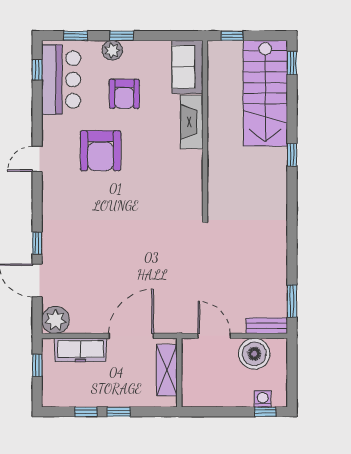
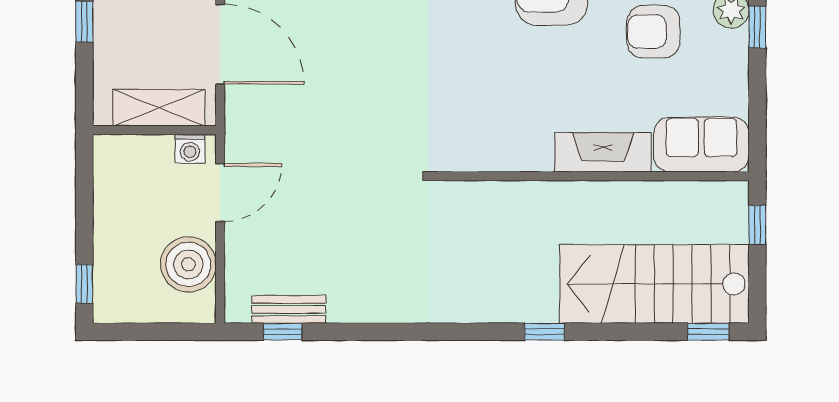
window: (292, 301) -> (283, 332), width x0.67
bench: (267, 326) -> (289, 309), moved, turned 90
washing machine: (263, 399) -> (190, 149), moved, turned 90

